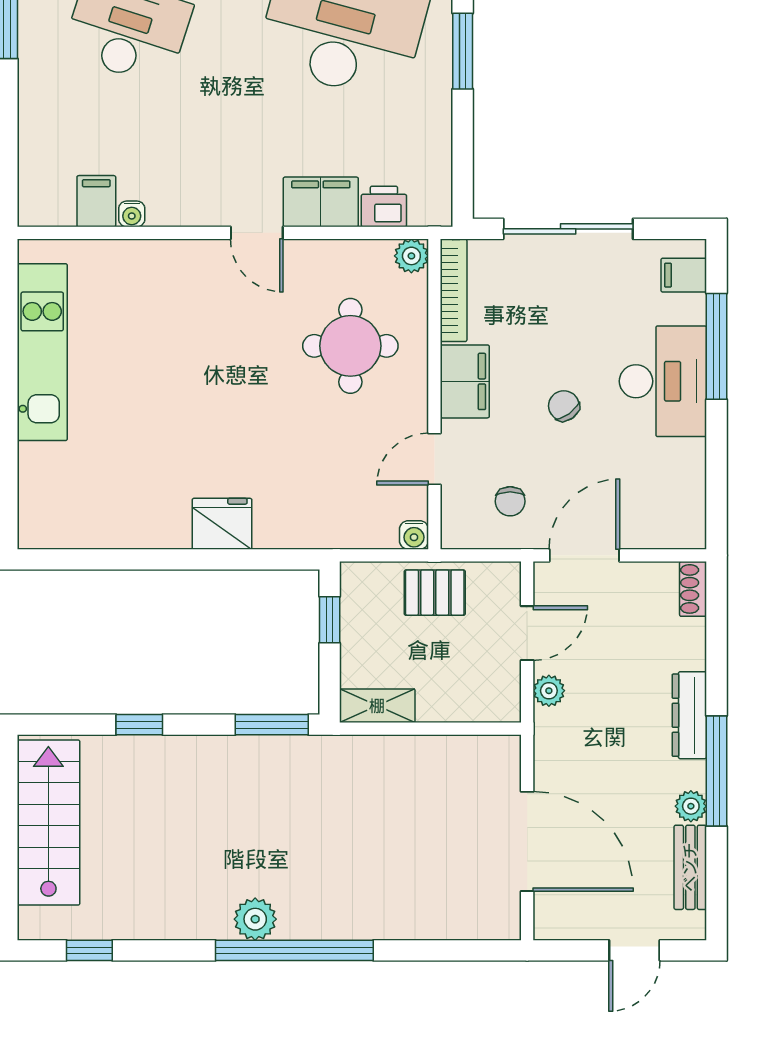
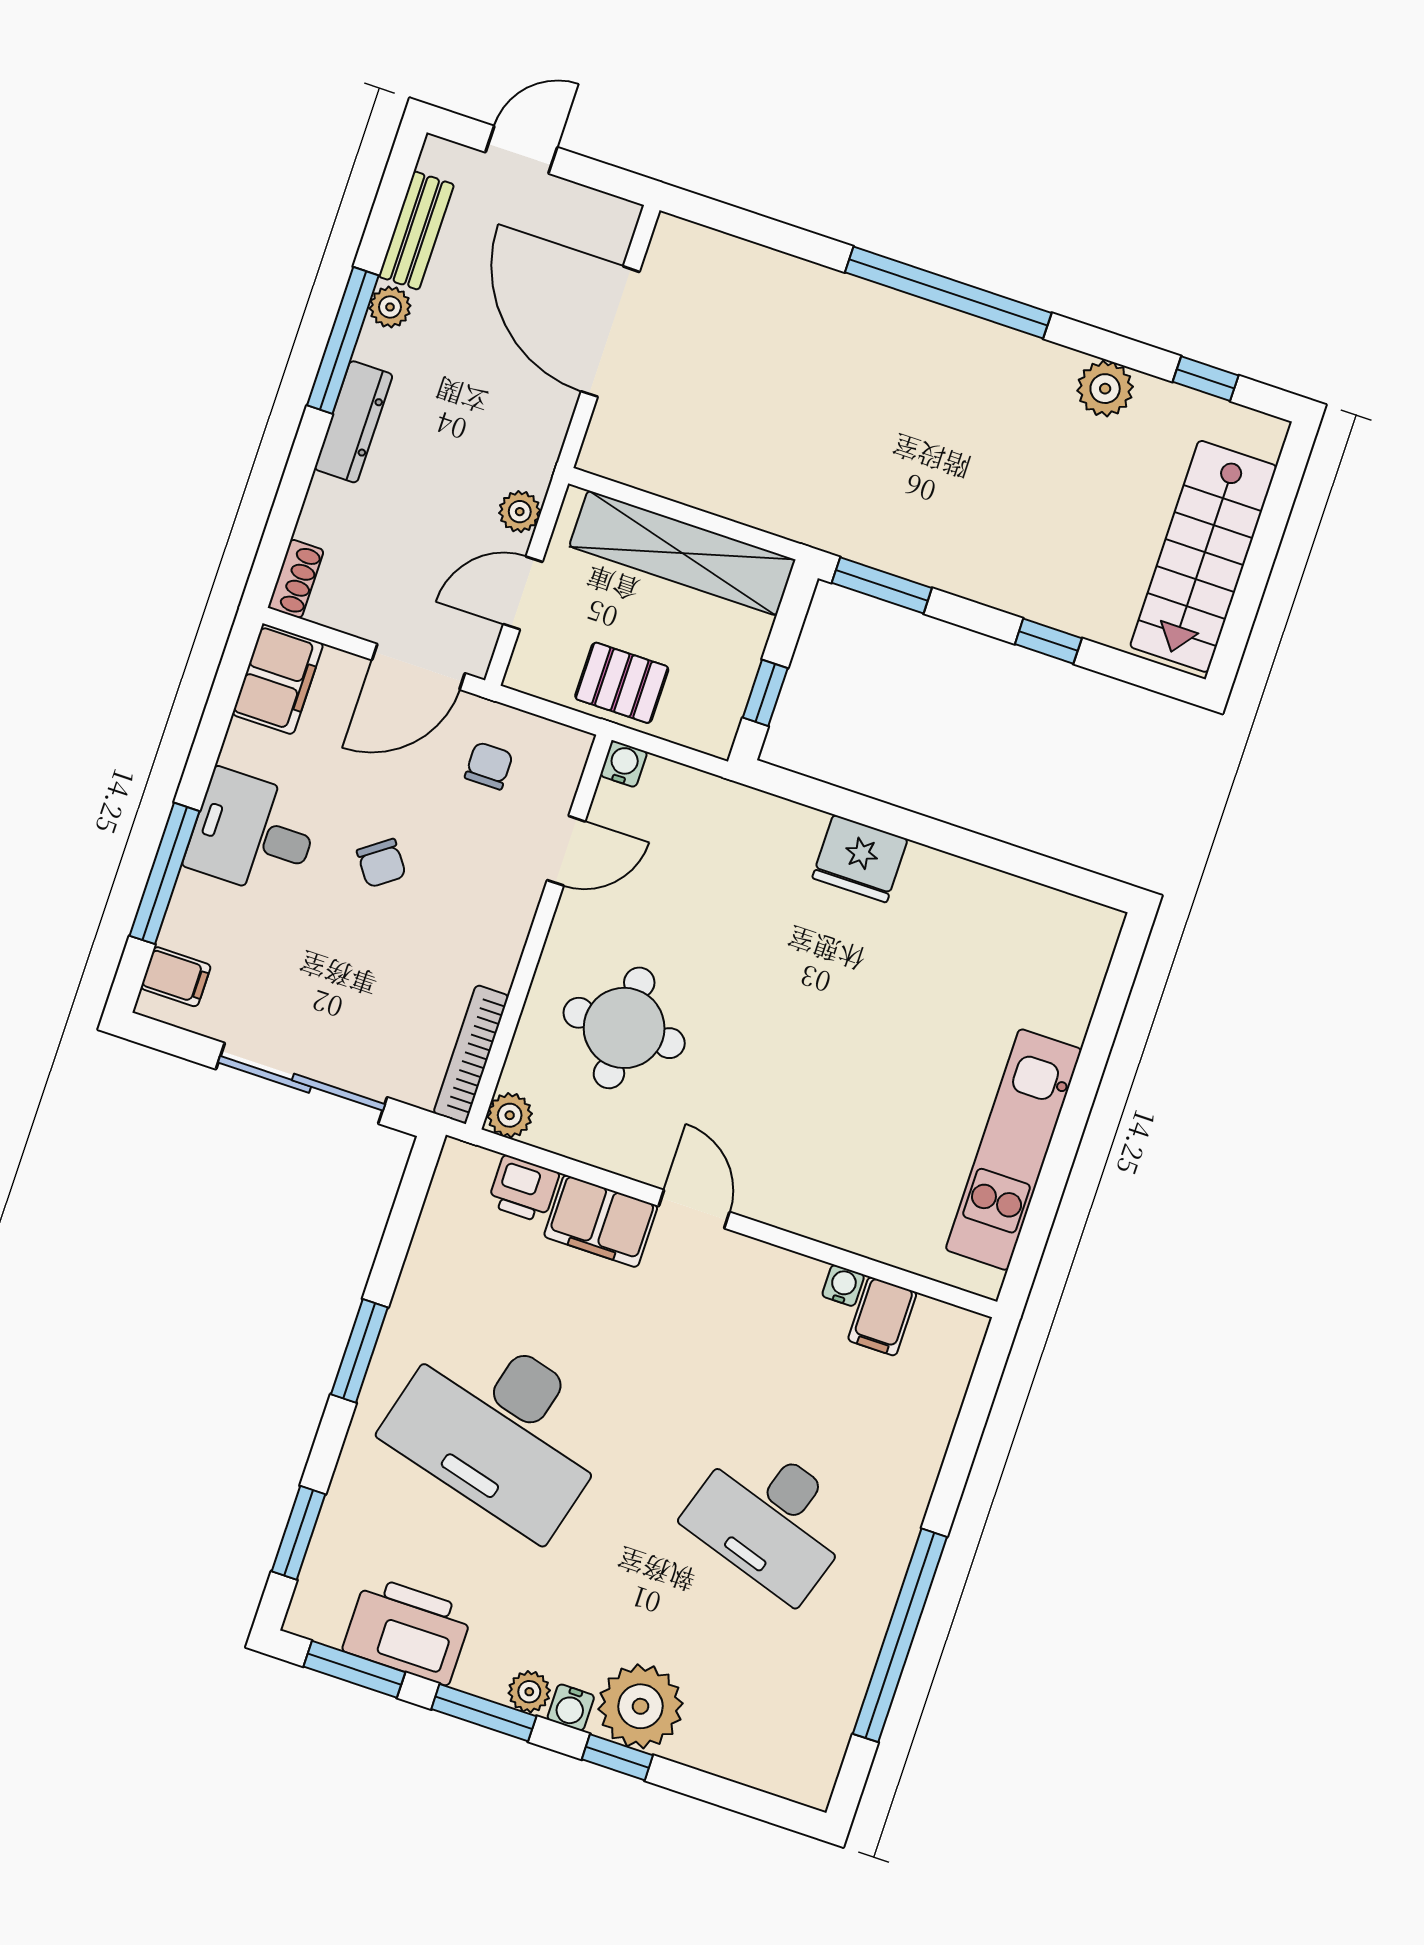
filing cabinet: (465, 381) -> (278, 679), moved, turned 180
desk: (663, 381) -> (253, 833), width x0.73
shelving: (377, 706) -> (682, 553), width x2.20, depth x1.33
plant: (255, 919) -> (1105, 389), moved

